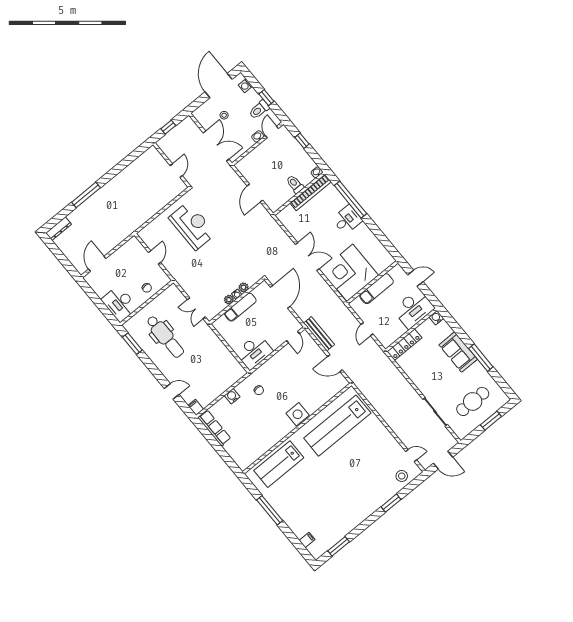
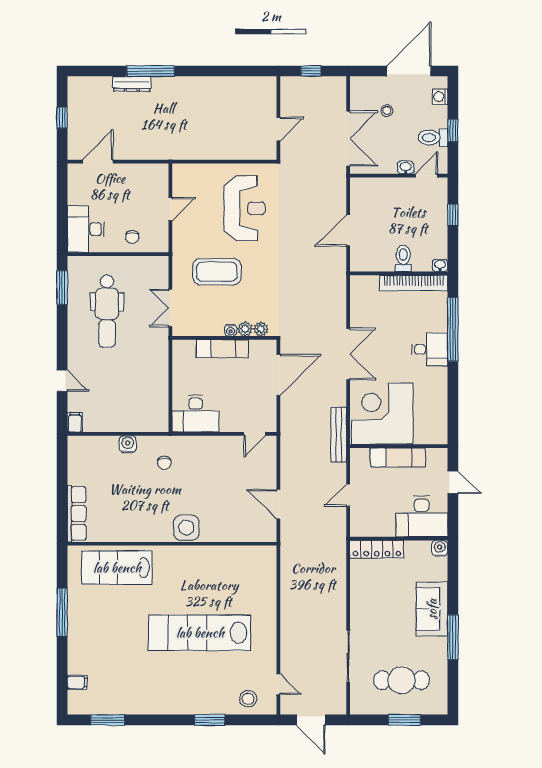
dresser: (59, 229) -> (132, 84), moved
window: (60, 256) -> (62, 118), added
coffee table: (205, 270) -> (217, 272), added
plant: (229, 300) -> (261, 329), moved
bench: (319, 334) -> (339, 435), moved
lab bench: (337, 426) -> (200, 633), moved
row of seats: (214, 428) -> (77, 514), moved

